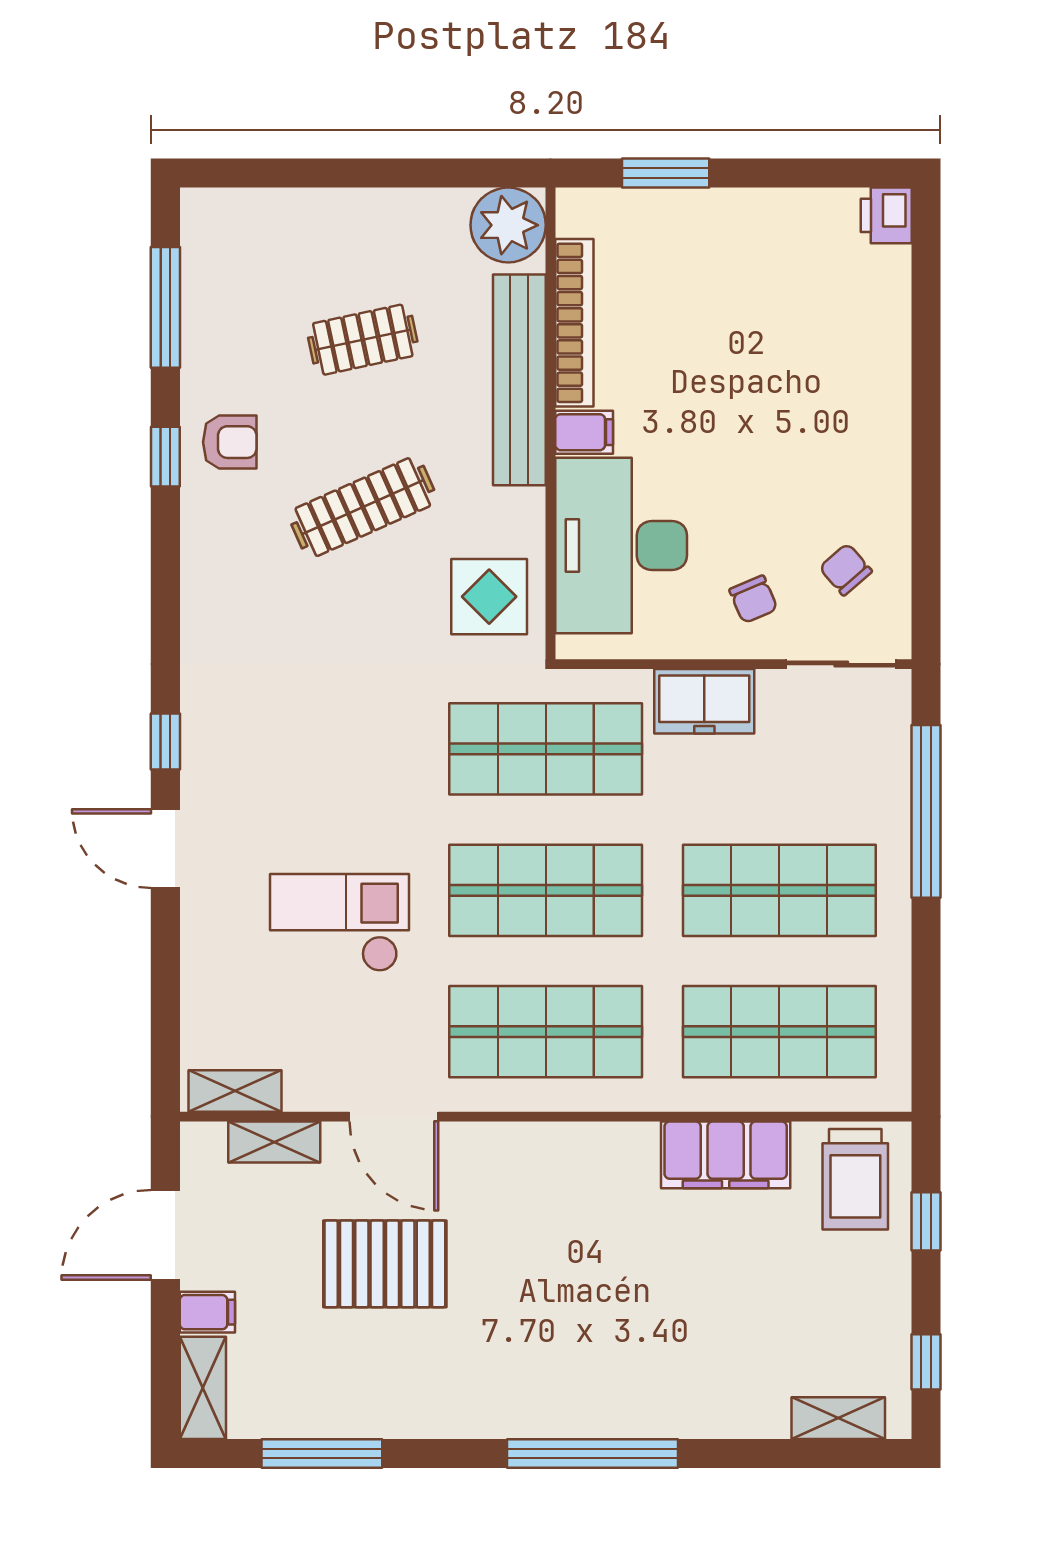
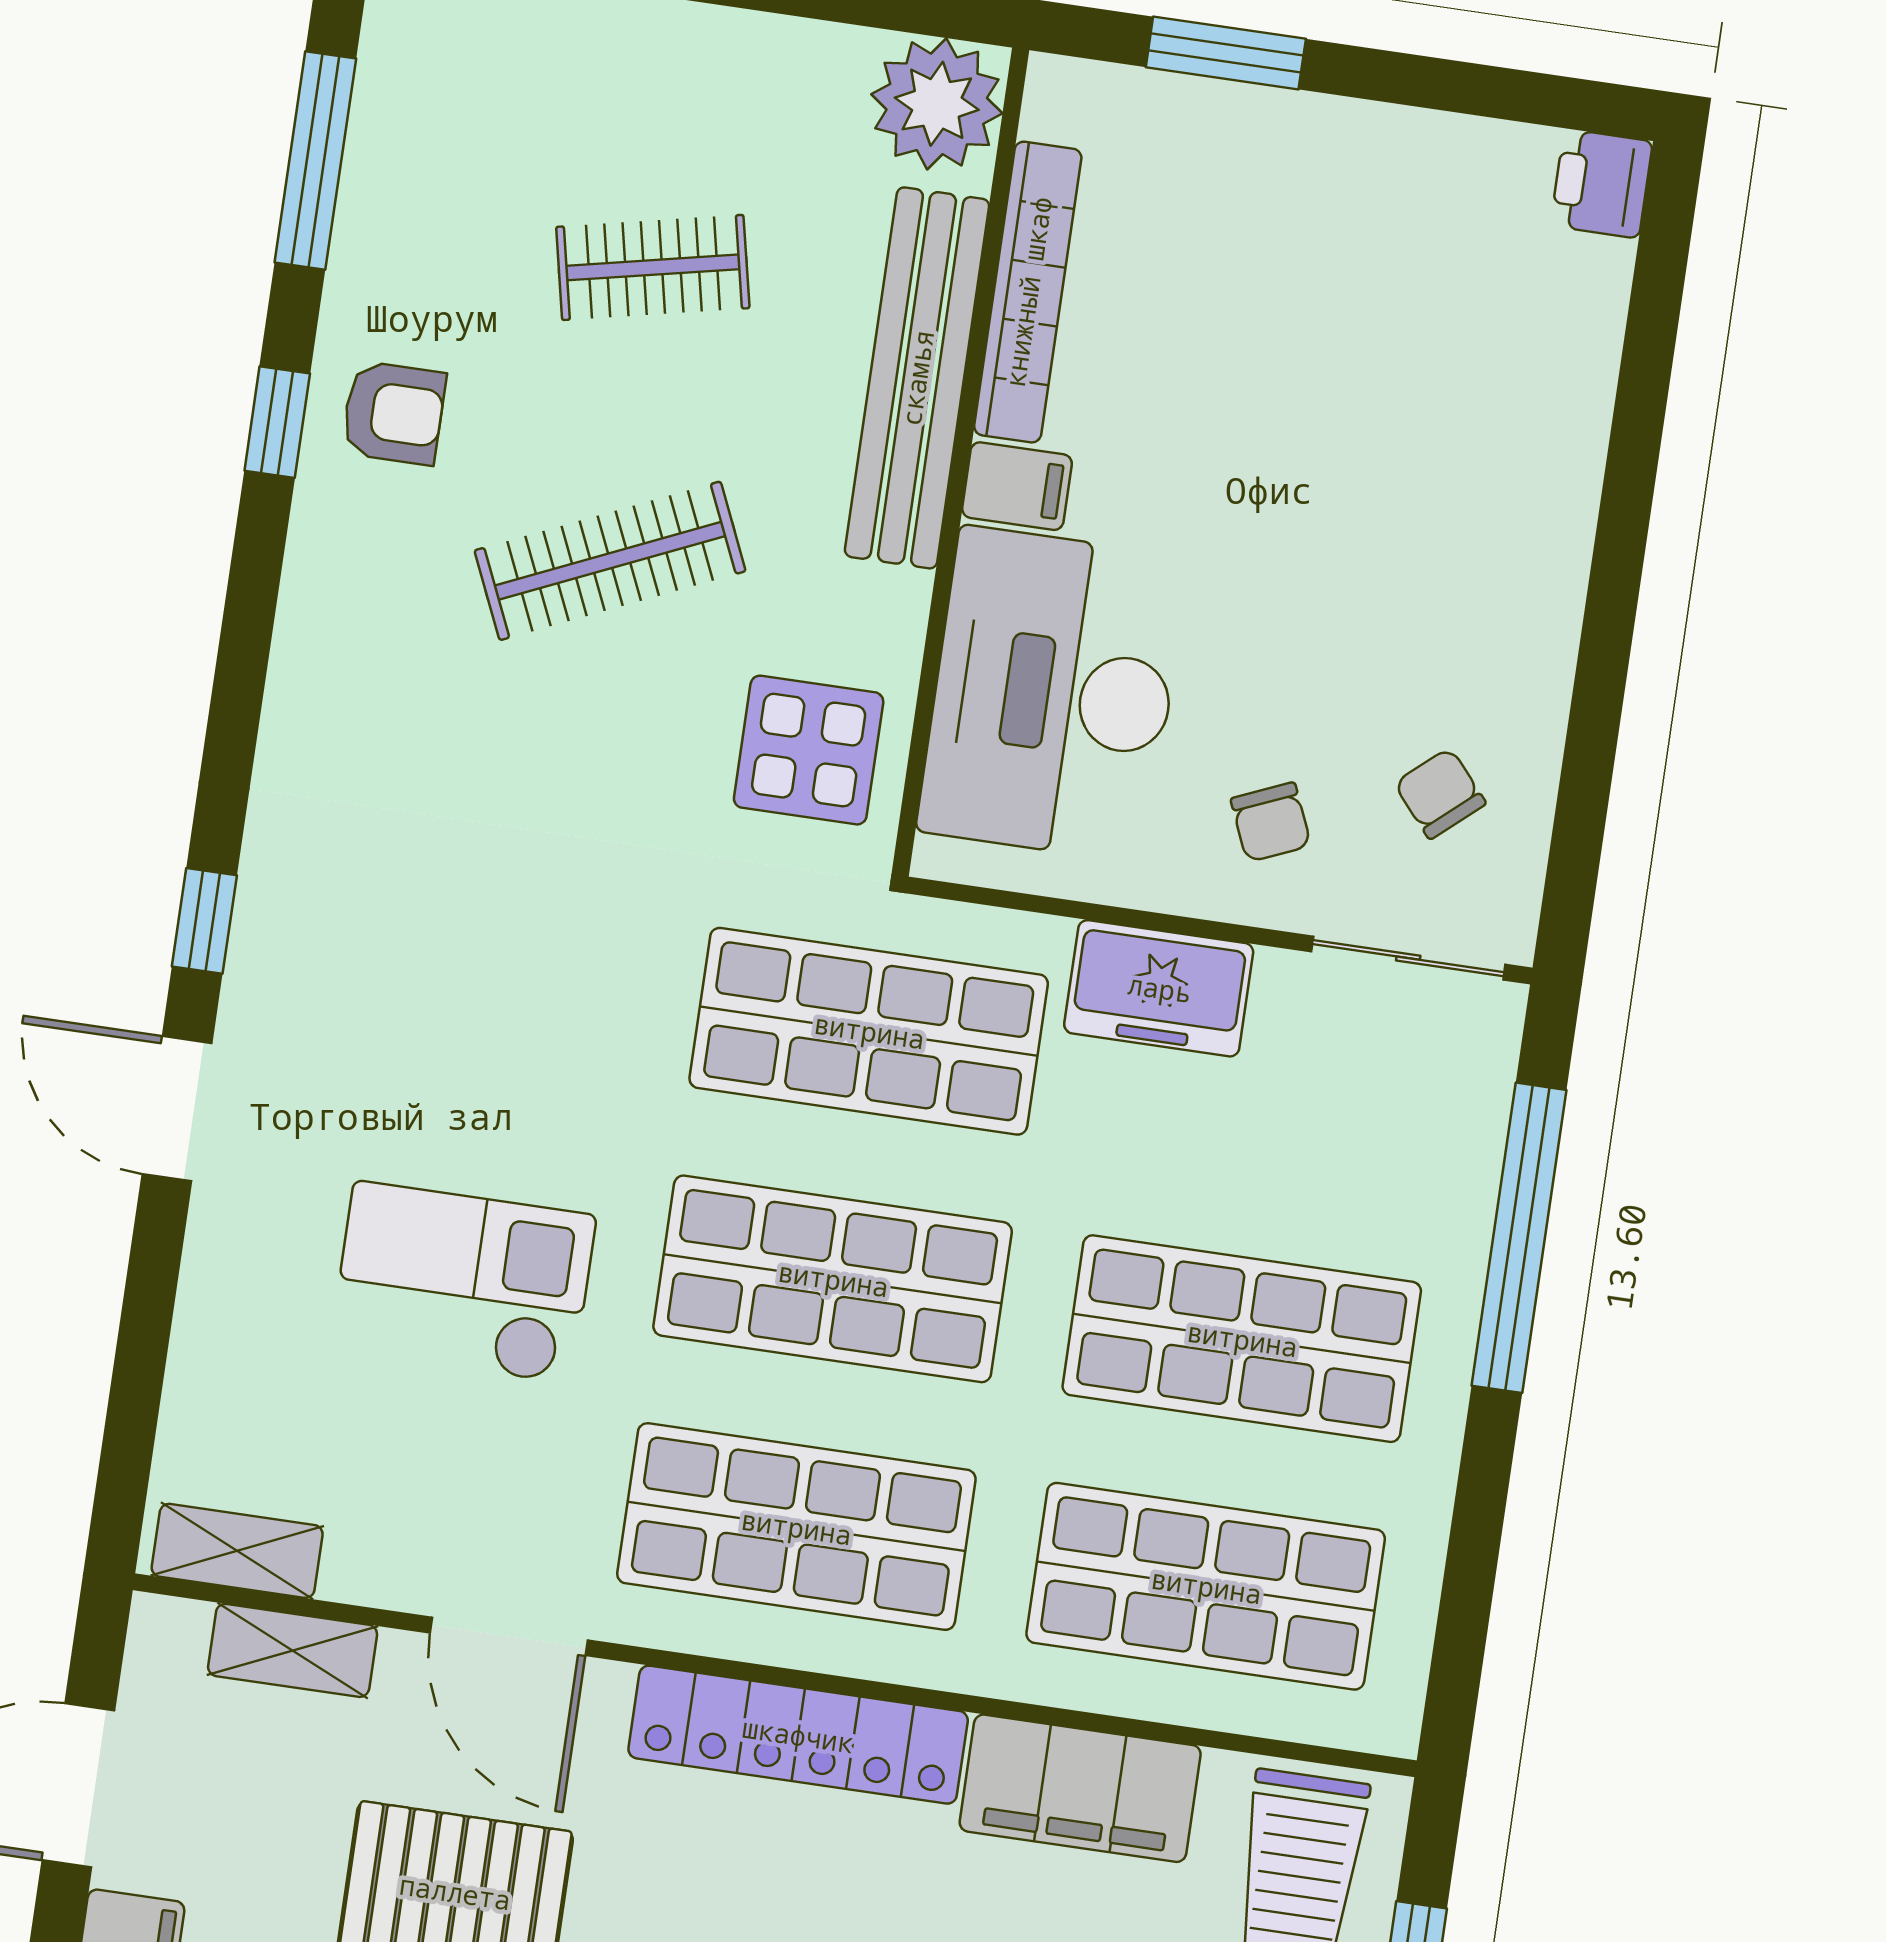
locker: (564, 1148) -> (798, 1735), added

